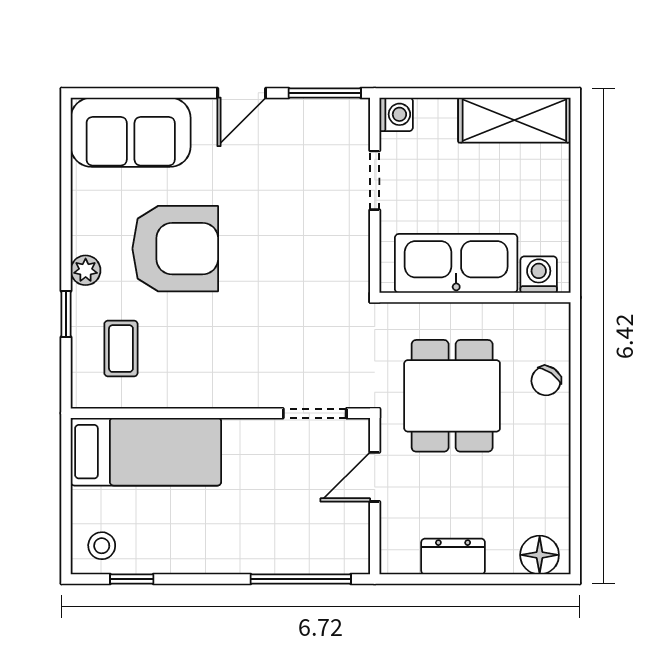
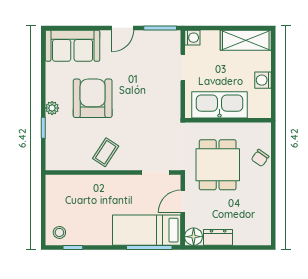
armchair: (175, 249) -> (93, 98), turned -90
washing machine: (539, 275) -> (263, 80), moved, turned -90
coffee table: (121, 349) -> (106, 152), moved, turned 33
bed: (146, 452) -> (147, 230), moved, turned 180
floor lamp: (540, 555) -> (194, 237), moved

